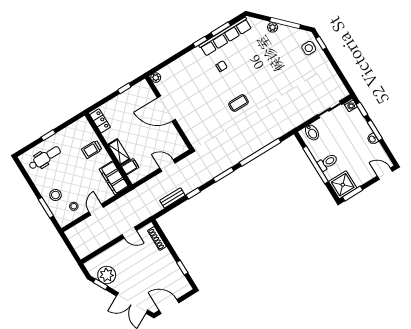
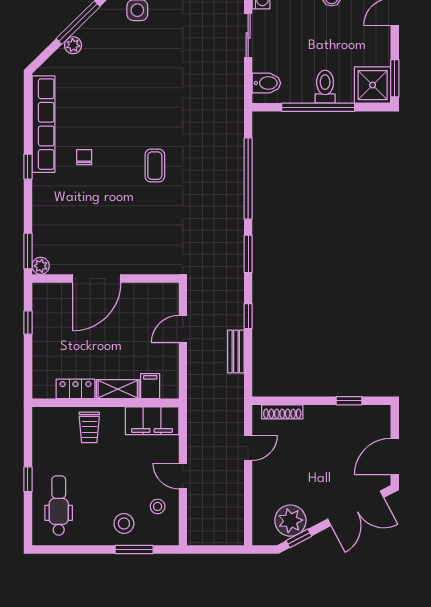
window: (221, 29) -> (28, 251), moved
locker: (100, 121) -> (76, 389), moved

